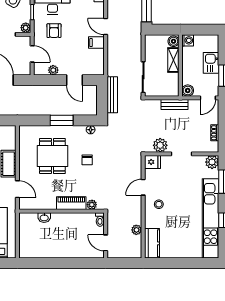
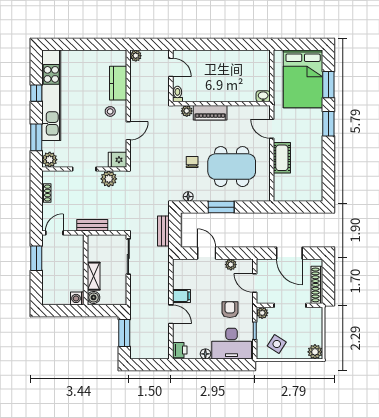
kitchen sink: (211, 63) -> (51, 273), removed
boiler: (188, 91) -> (77, 241), removed
bench: (112, 95) -> (163, 231), width x0.73
dining table: (52, 156) -> (232, 167), width x1.38
washbasin: (44, 218) -> (263, 96), moved
plant: (136, 230) -> (136, 56), moved
kitchen counter: (152, 243) -> (118, 83), moved

